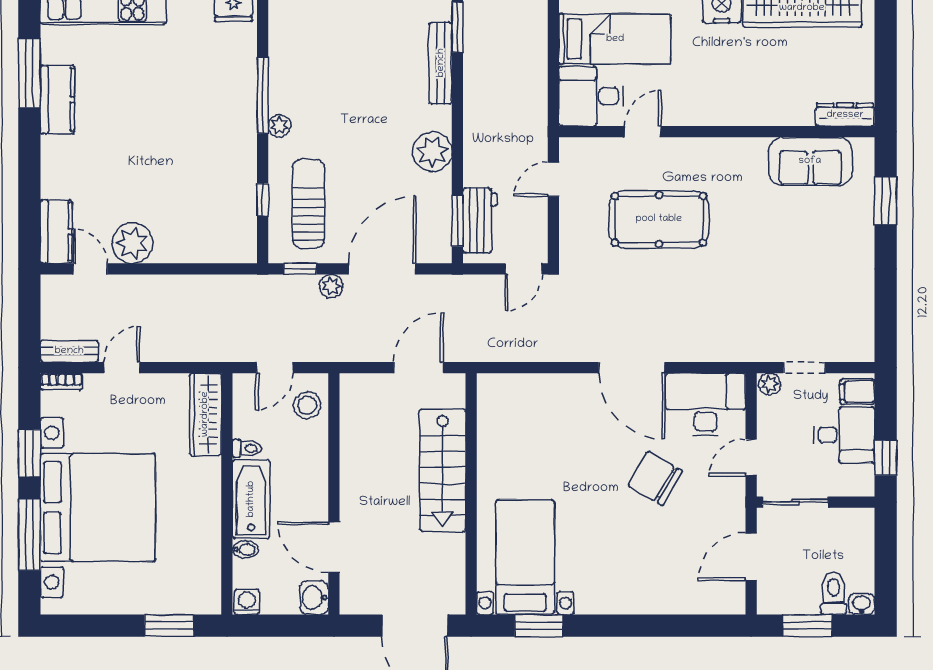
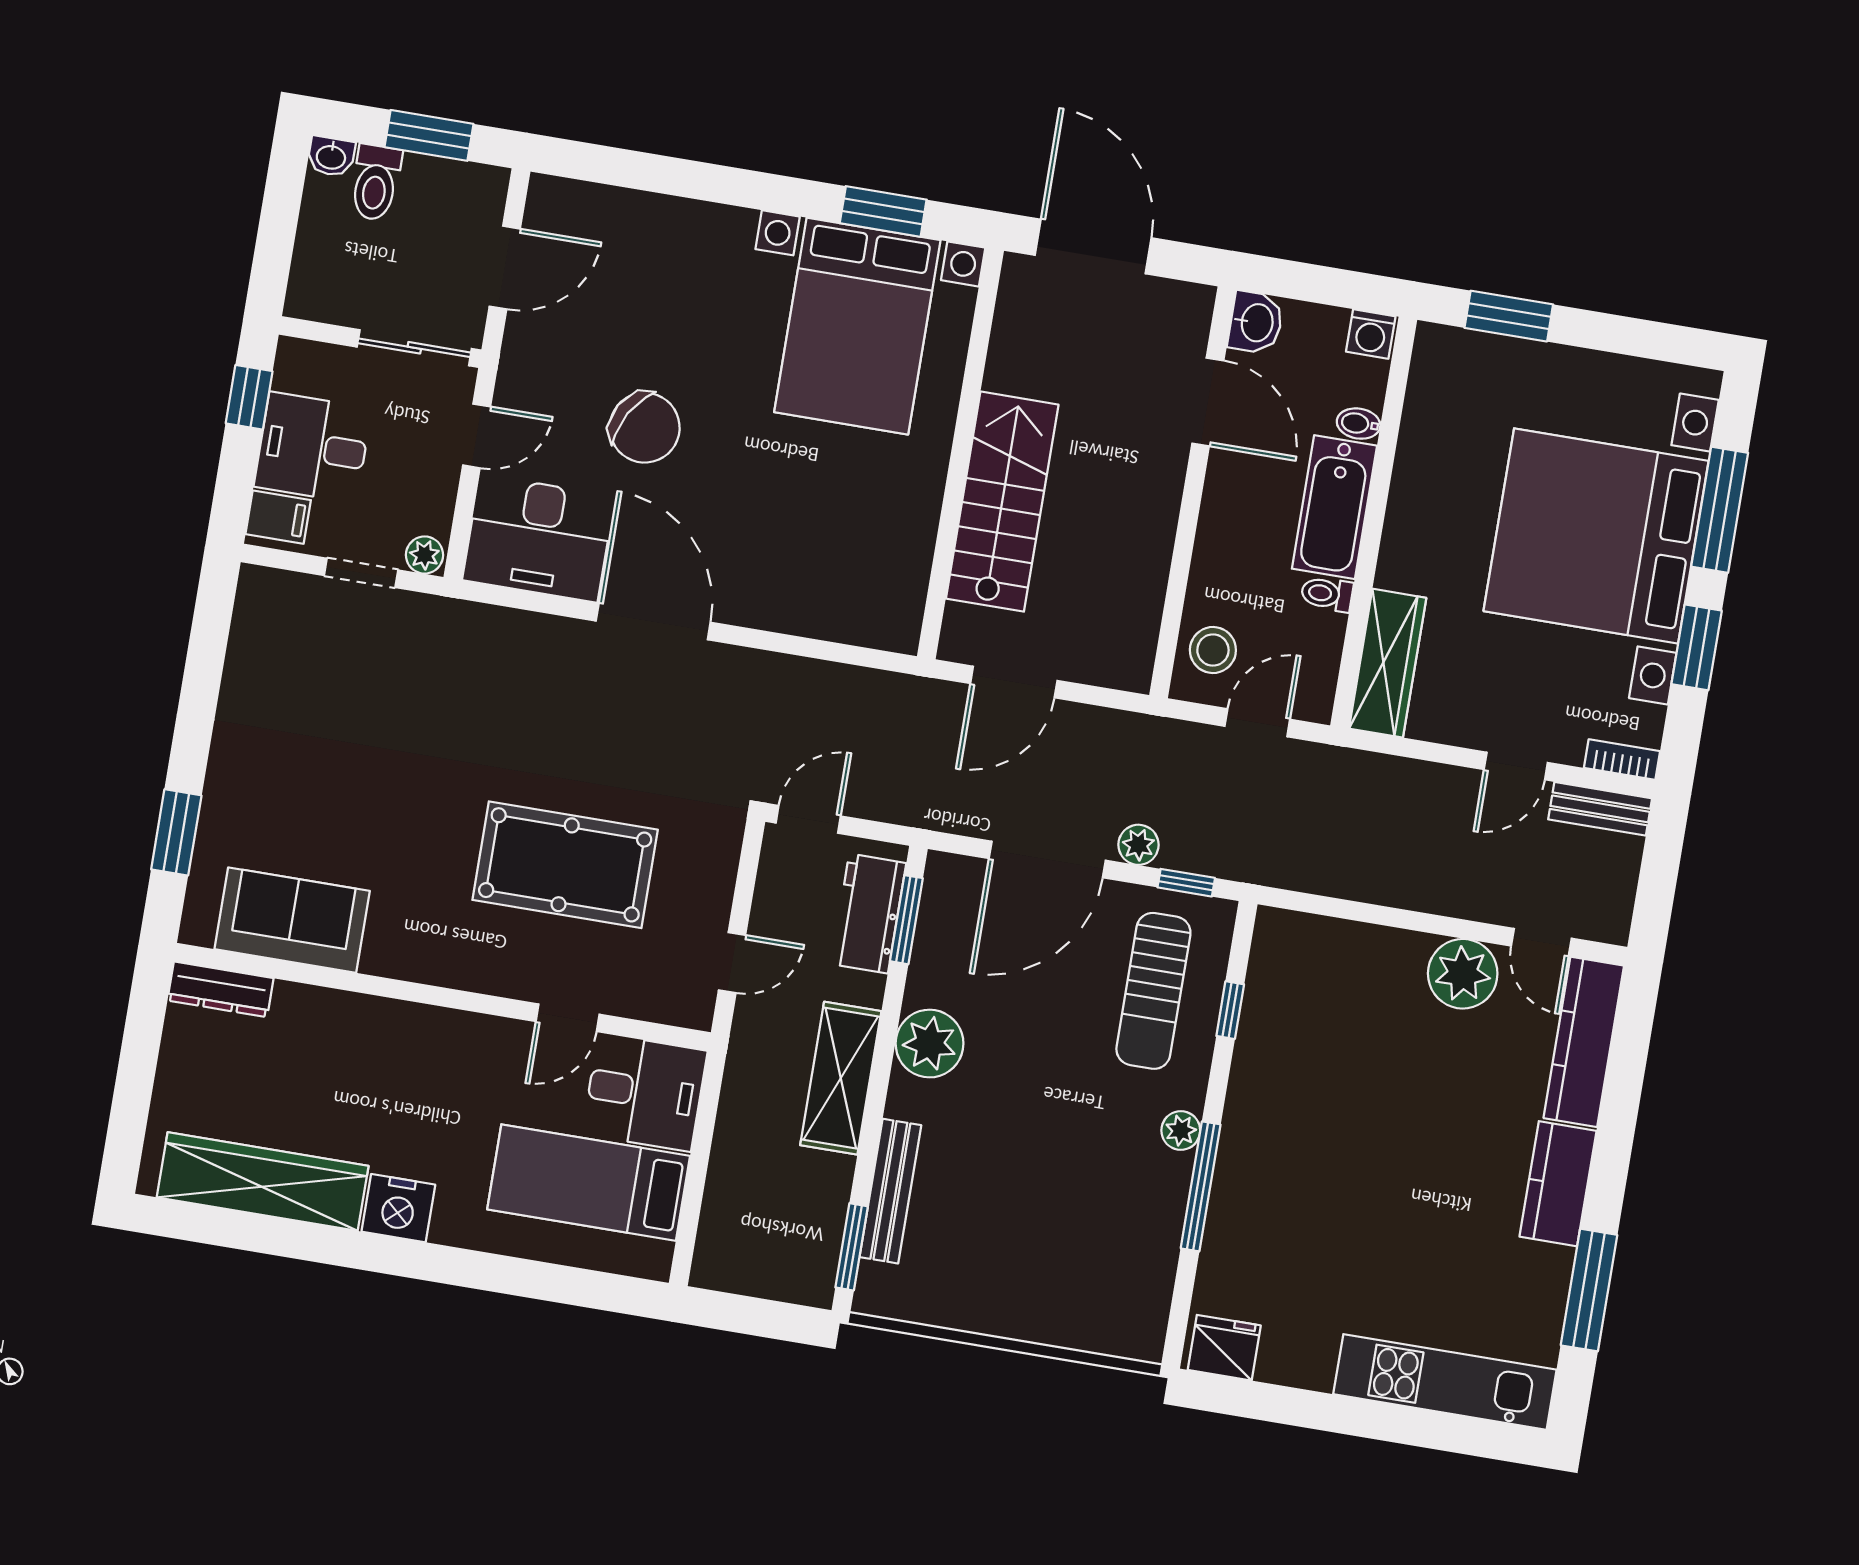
kitchen counter: (57, 100) -> (1558, 1184), moved
shelving: (480, 123) -> (841, 1078), added
kitchen counter: (56, 232) -> (1584, 1042), width x1.50
bed with nightstands: (525, 557) -> (857, 326), width x1.36

